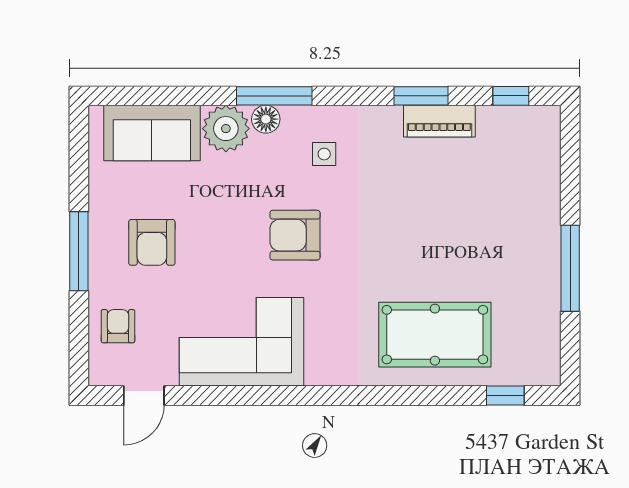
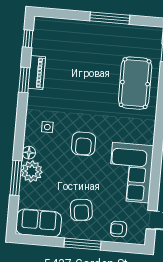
window: (274, 96) -> (16, 178), moved
sofa: (152, 133) -> (39, 223), moved, turned -90
armchair: (152, 242) -> (81, 210), turned 83

